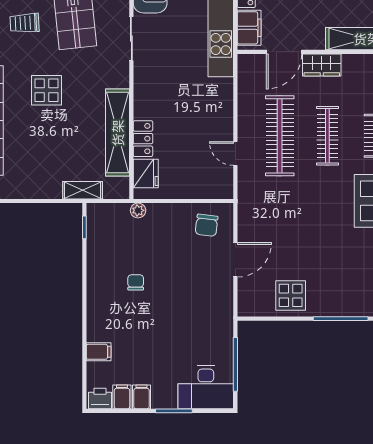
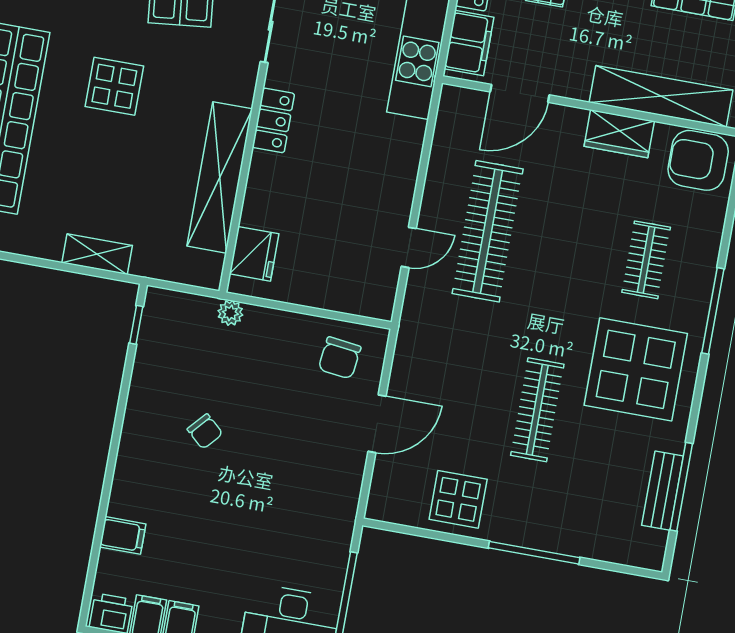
wardrobe: (322, 65) -> (619, 134), moved
clothes rail: (327, 136) -> (537, 410), moved
locker: (143, 139) -> (273, 120), moved
door: (235, 154) -> (409, 247), swing flipped
shelving: (83, 190) -> (97, 254), moved
chair: (136, 282) -> (205, 431), turned 132

